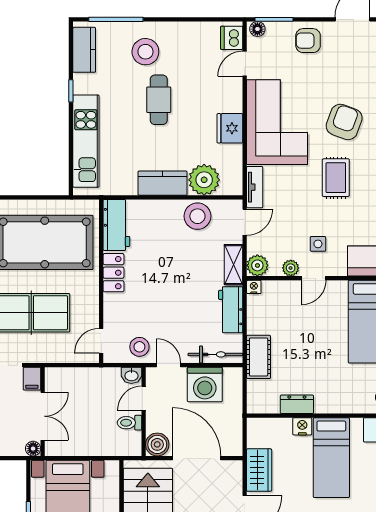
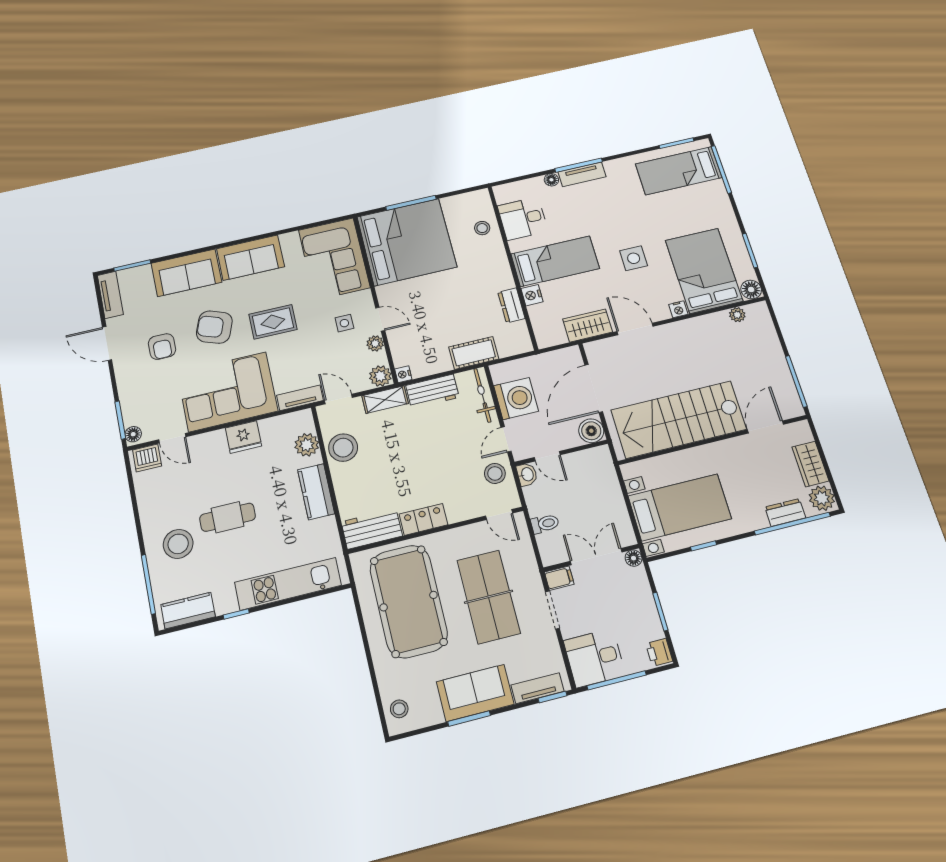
armchair: (308, 41) -> (162, 346), moved
plant: (204, 180) -> (307, 445), width x0.73, depth x0.73
toilet: (129, 423) -> (545, 524), moved, turned -90

